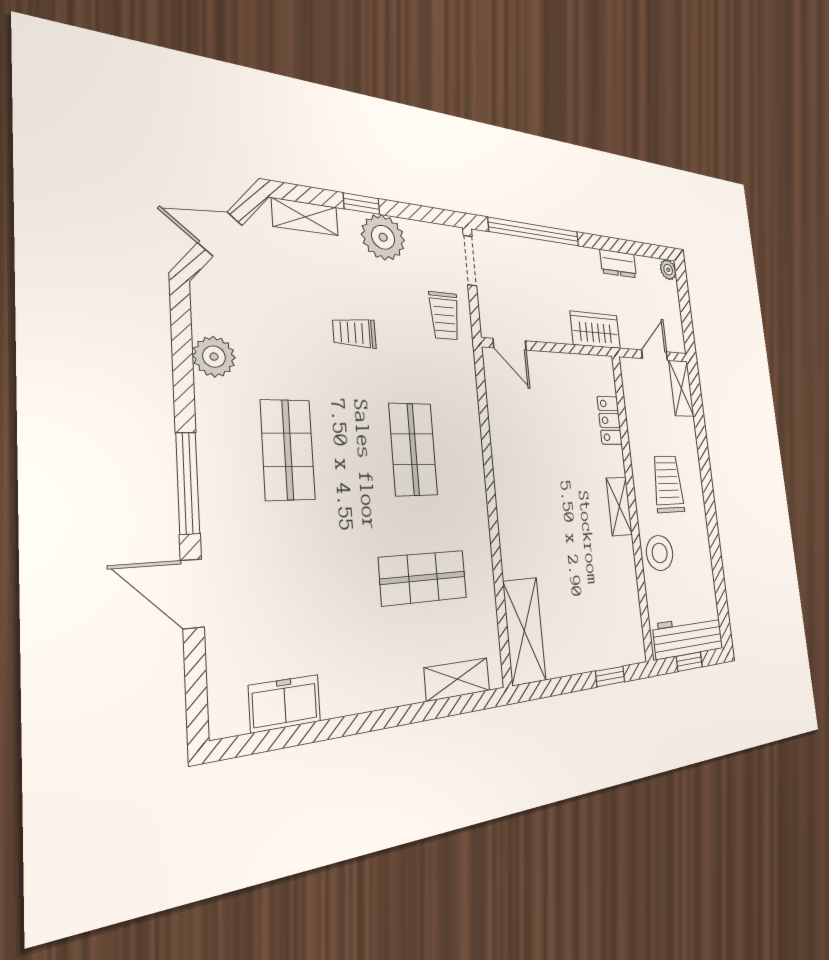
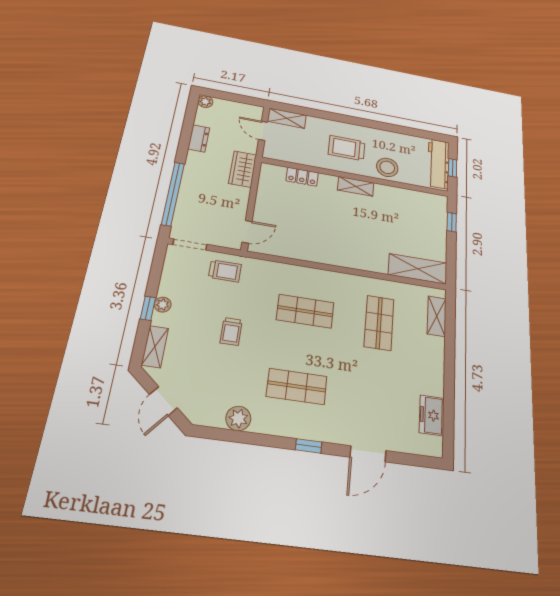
plant: (383, 237) -> (163, 305), width x0.53, depth x0.53
window: (188, 483) -> (309, 446), width x0.46

